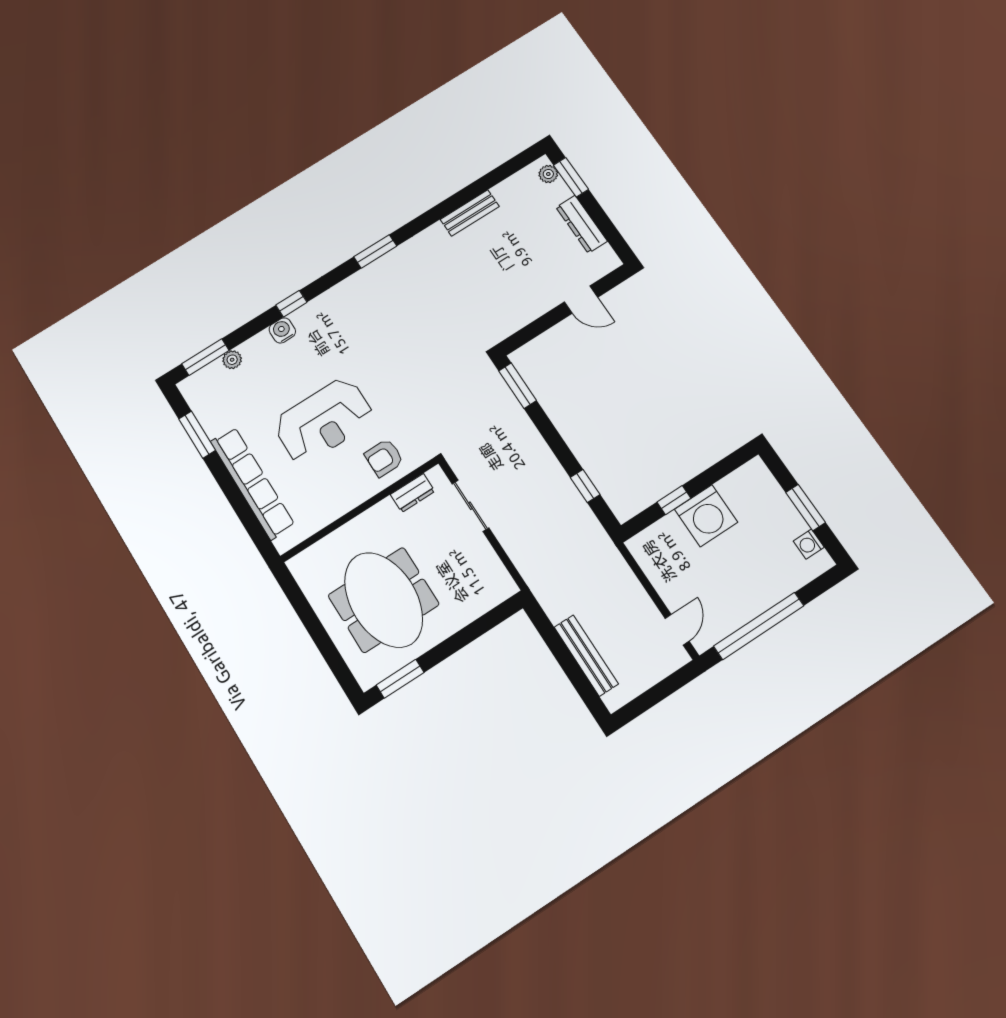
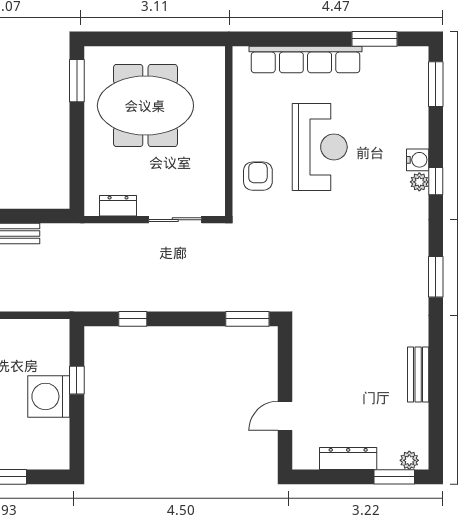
plant: (232, 360) -> (419, 182), moved
reception desk: (324, 421) -> (320, 147), turned 180
dresser: (413, 493) -> (118, 206), moved, turned 90

